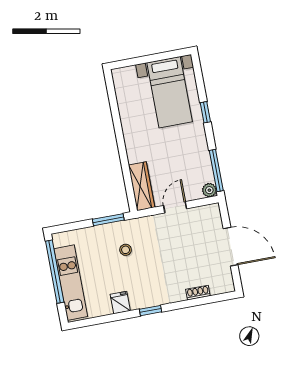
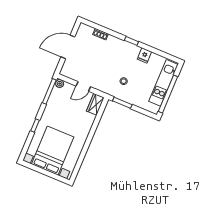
bed with nightstands: (170, 92) -> (53, 151), width x1.36
wardrobe: (142, 186) -> (95, 104), width x0.67
door: (231, 247) -> (68, 47), hinge flipped

